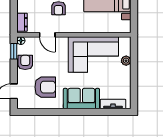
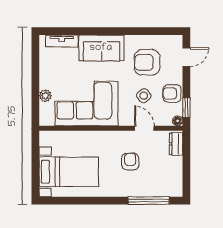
side table: (48, 61) -> (144, 96), added
armchair: (25, 62) -> (172, 93), turned 90

